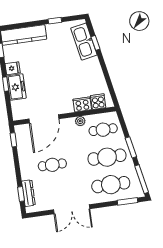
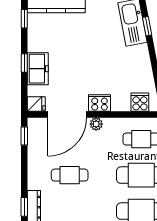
fridge: (13, 68) -> (36, 104), moved
cooker: (82, 104) -> (100, 103), moved
plant: (80, 121) -> (96, 124), moved

